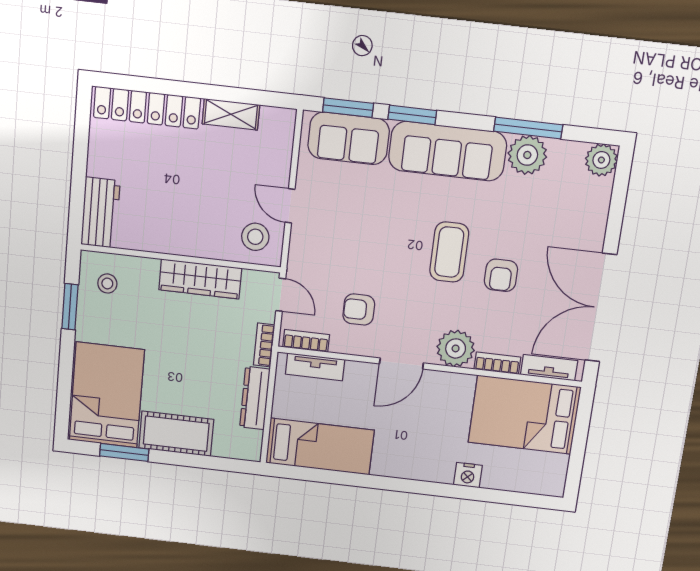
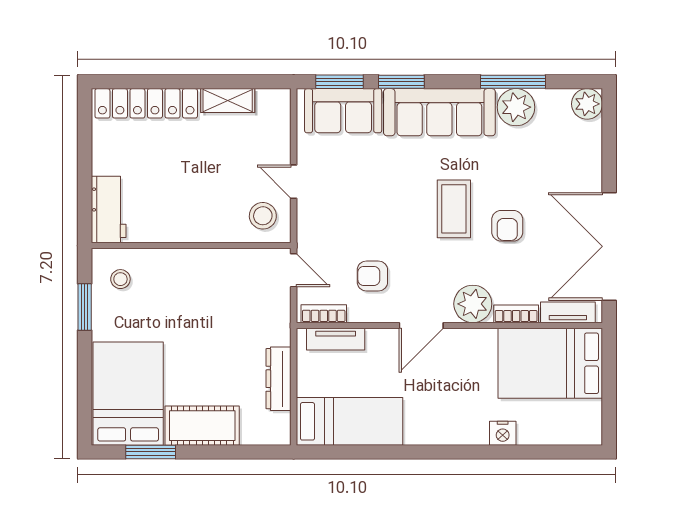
wardrobe: (200, 279) -> (212, 264), removed
bookcase: (264, 345) -> (282, 323), removed

